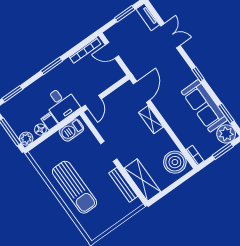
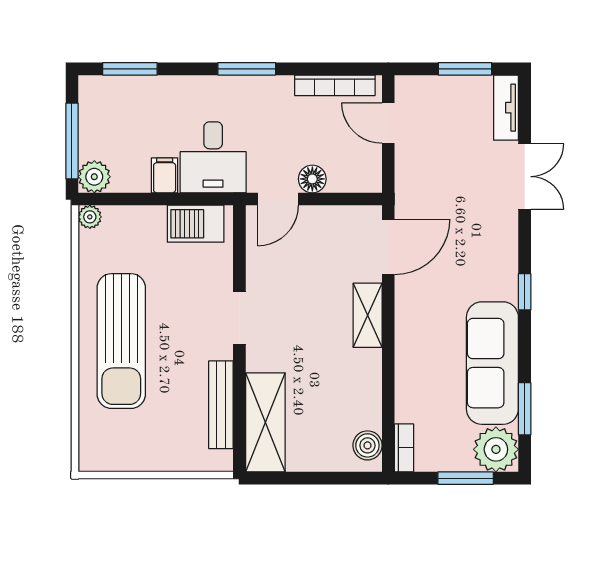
floor lamp: (40, 130) -> (312, 179), moved
plant: (34, 153) -> (90, 217), added
boiler: (175, 162) -> (367, 445), width x0.54, depth x0.54

